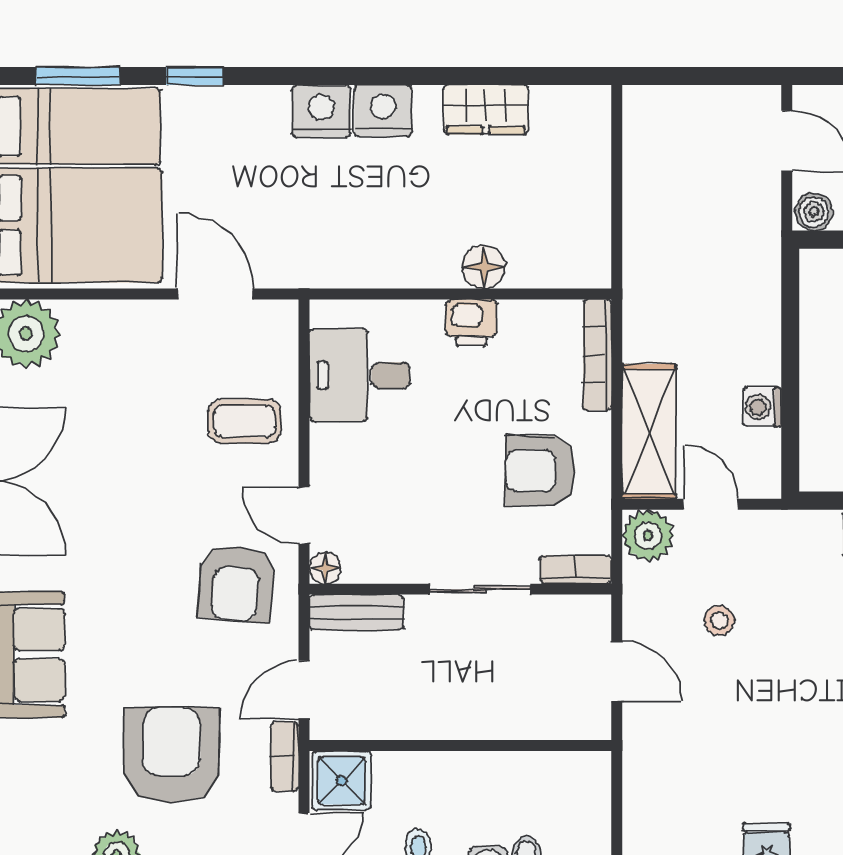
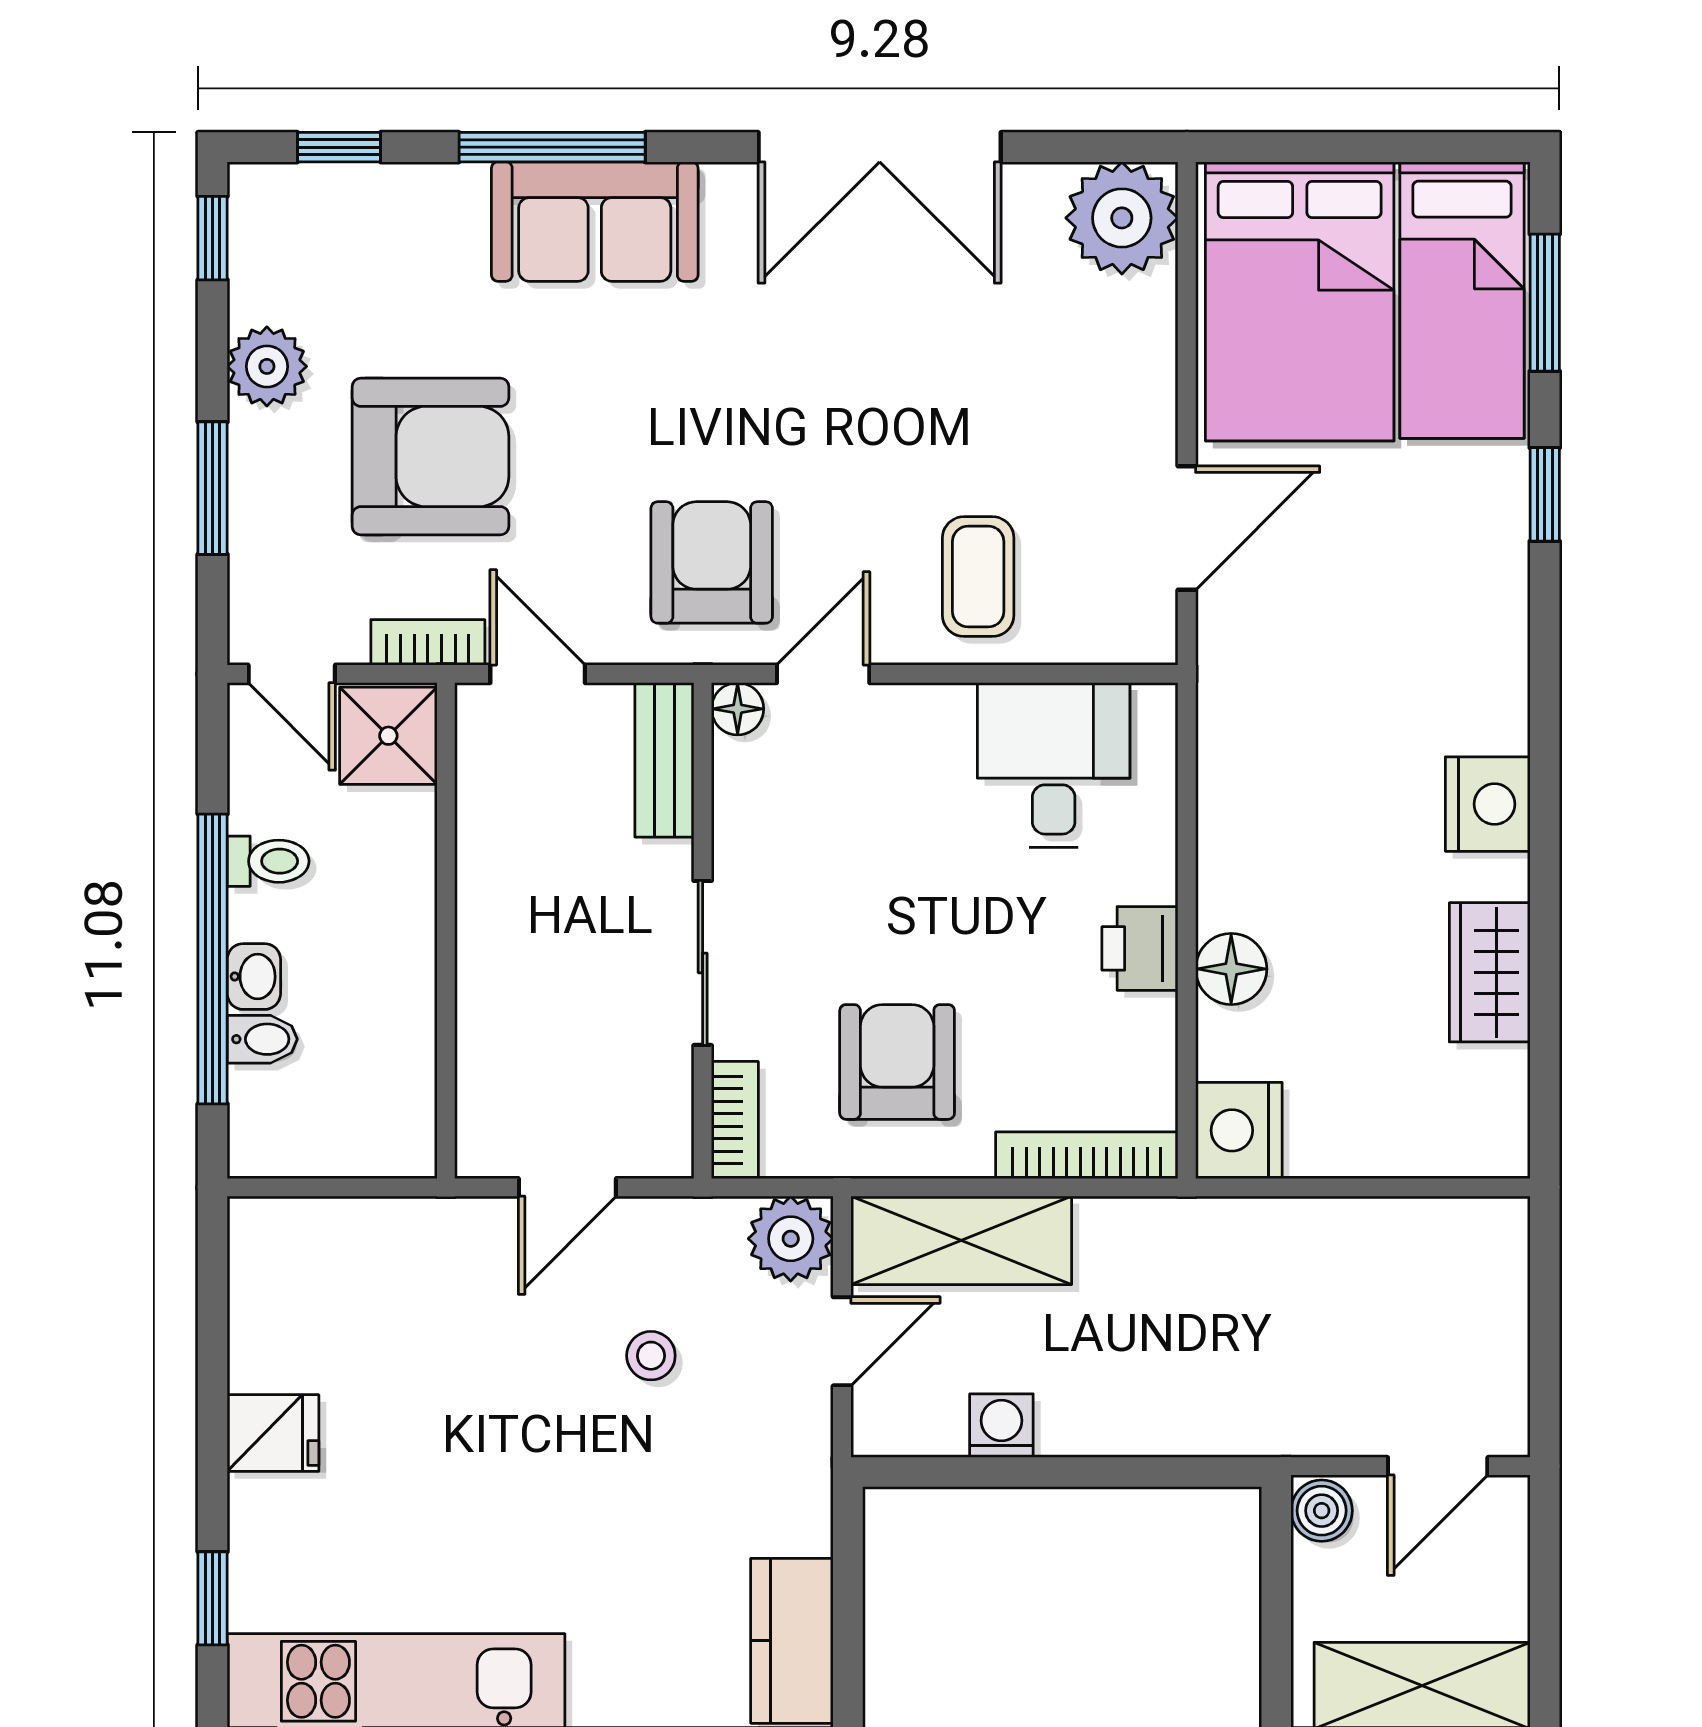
nightstand: (322, 111) -> (1239, 1130), moved, turned 180
armchair: (236, 584) -> (712, 562), turned 85

